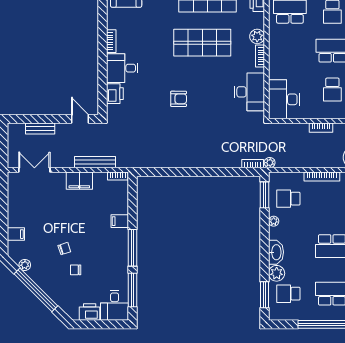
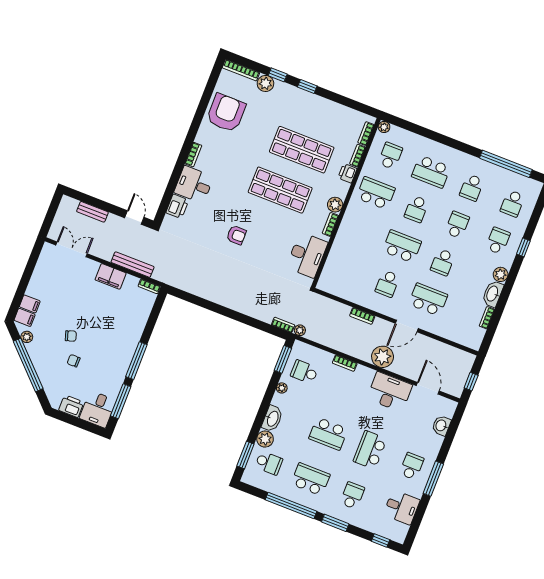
desk: (284, 99) -> (337, 275), removed
bookcase: (322, 177) -> (345, 363), width x0.64
filing cabinet: (120, 221) -> (25, 317), moved, turned 180
school desk: (288, 294) -> (269, 463), turned 180

